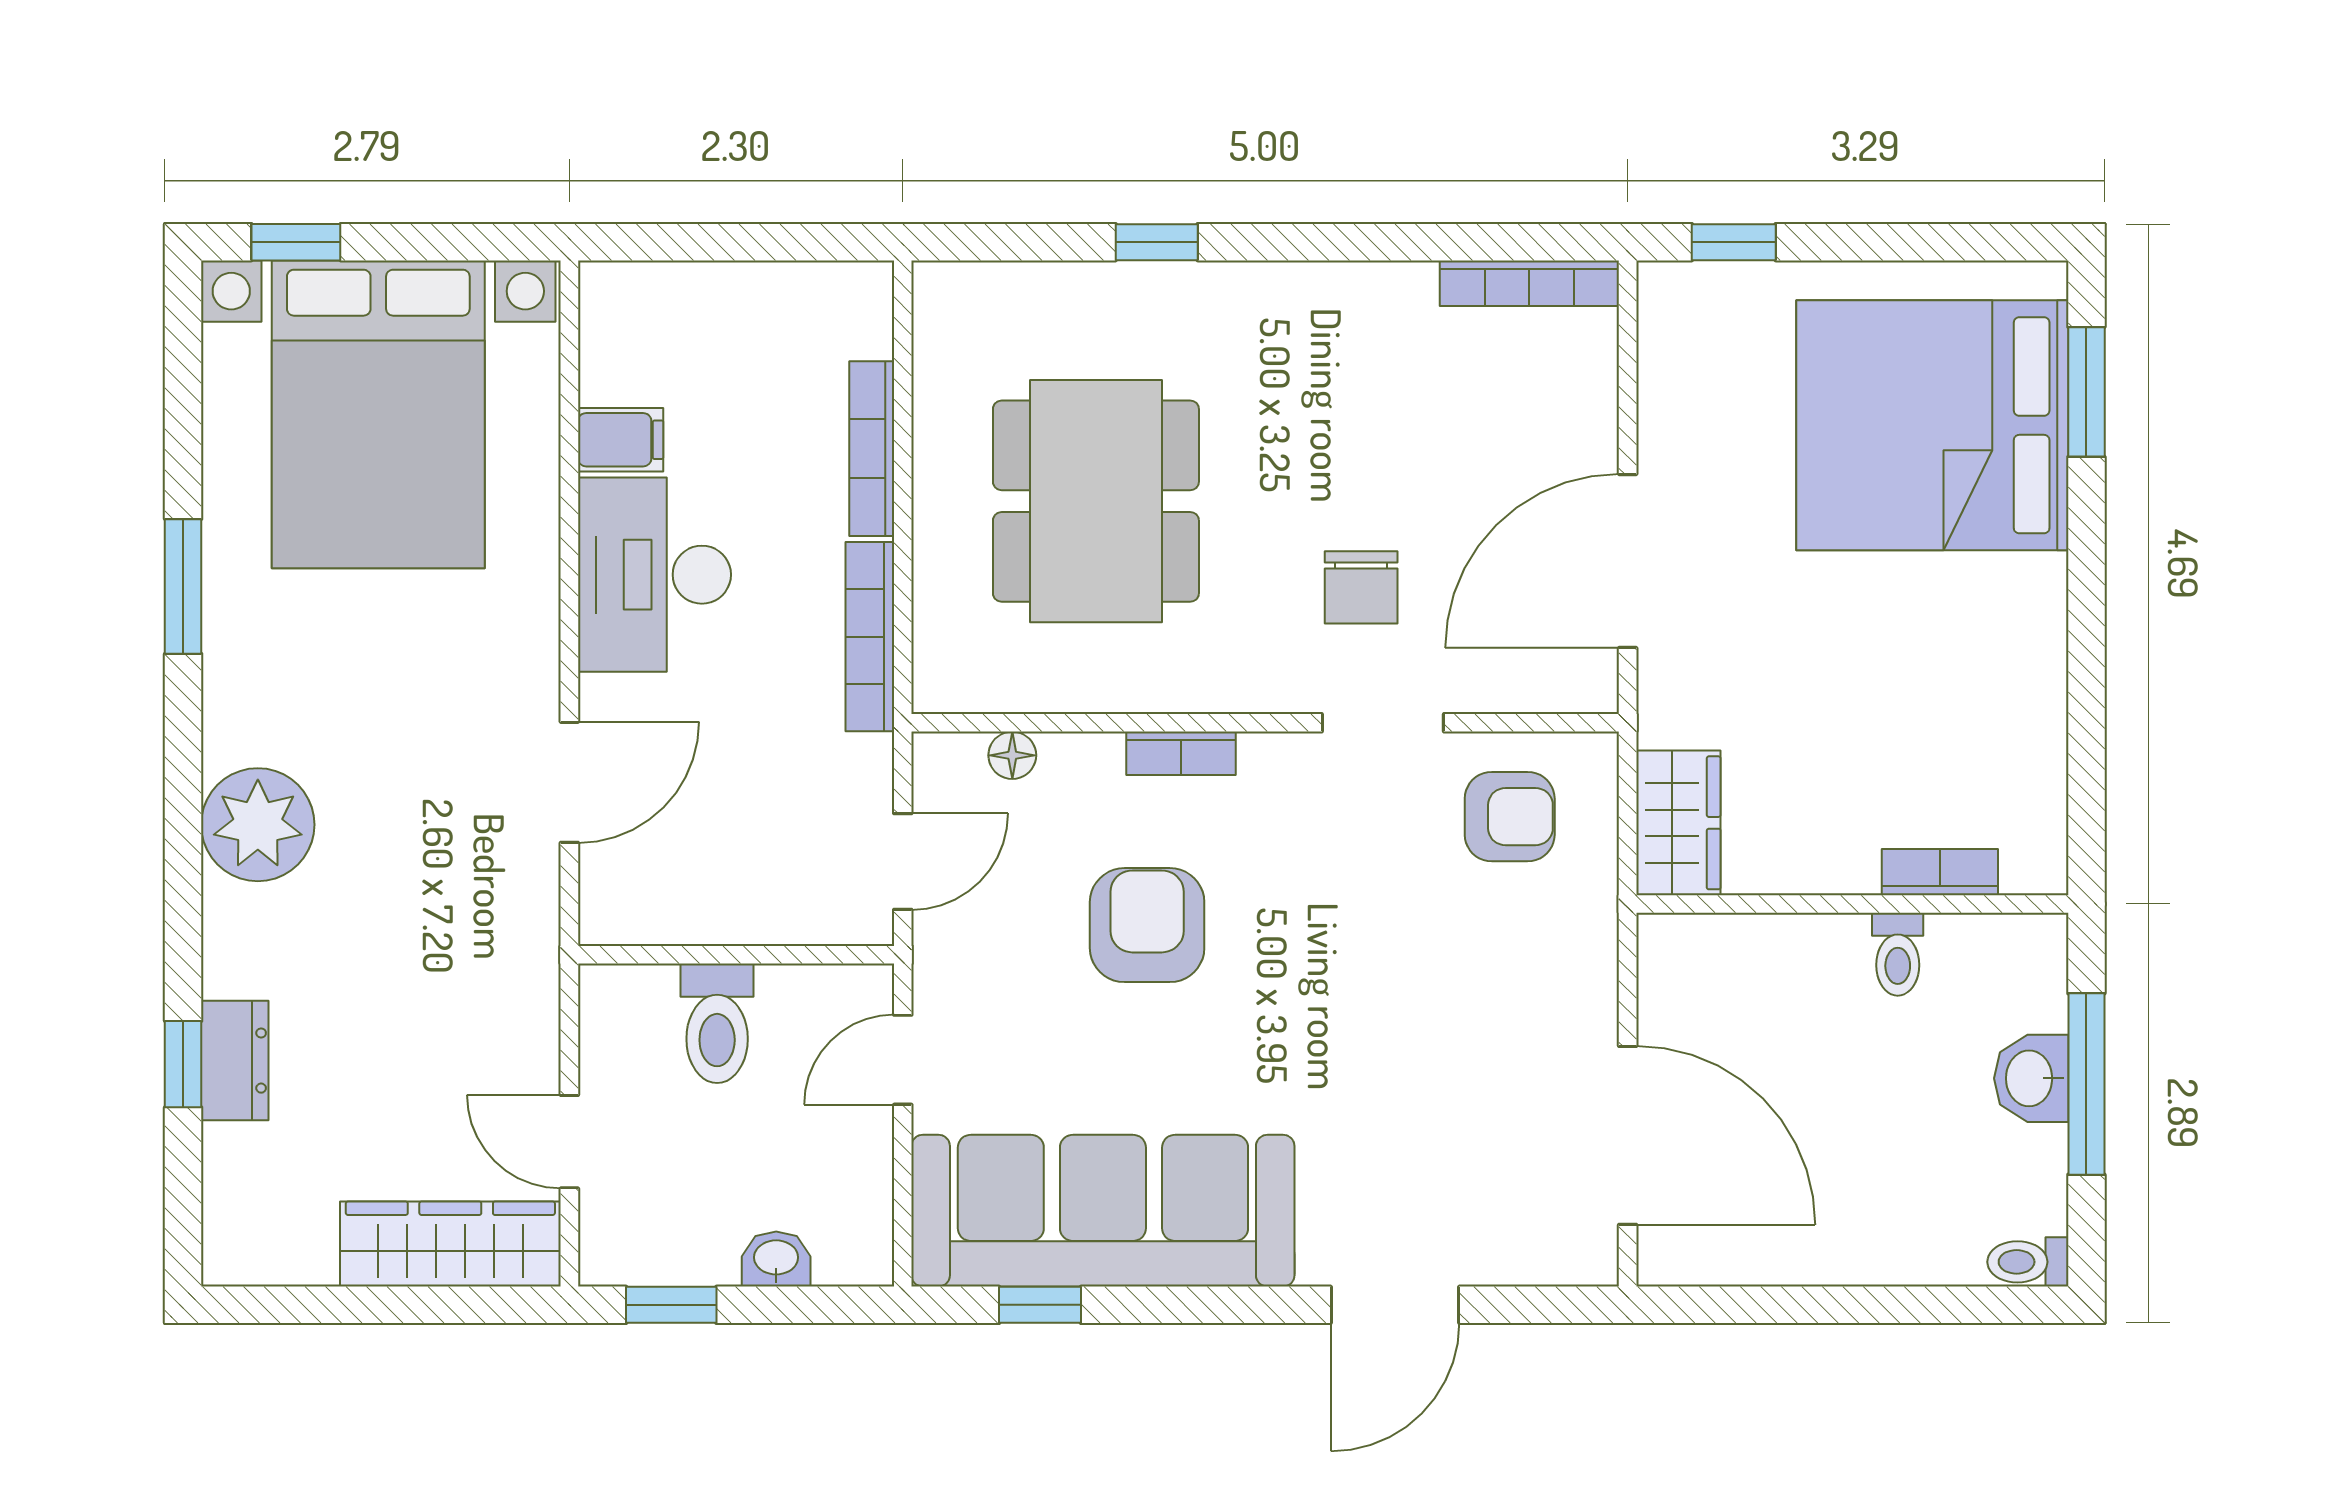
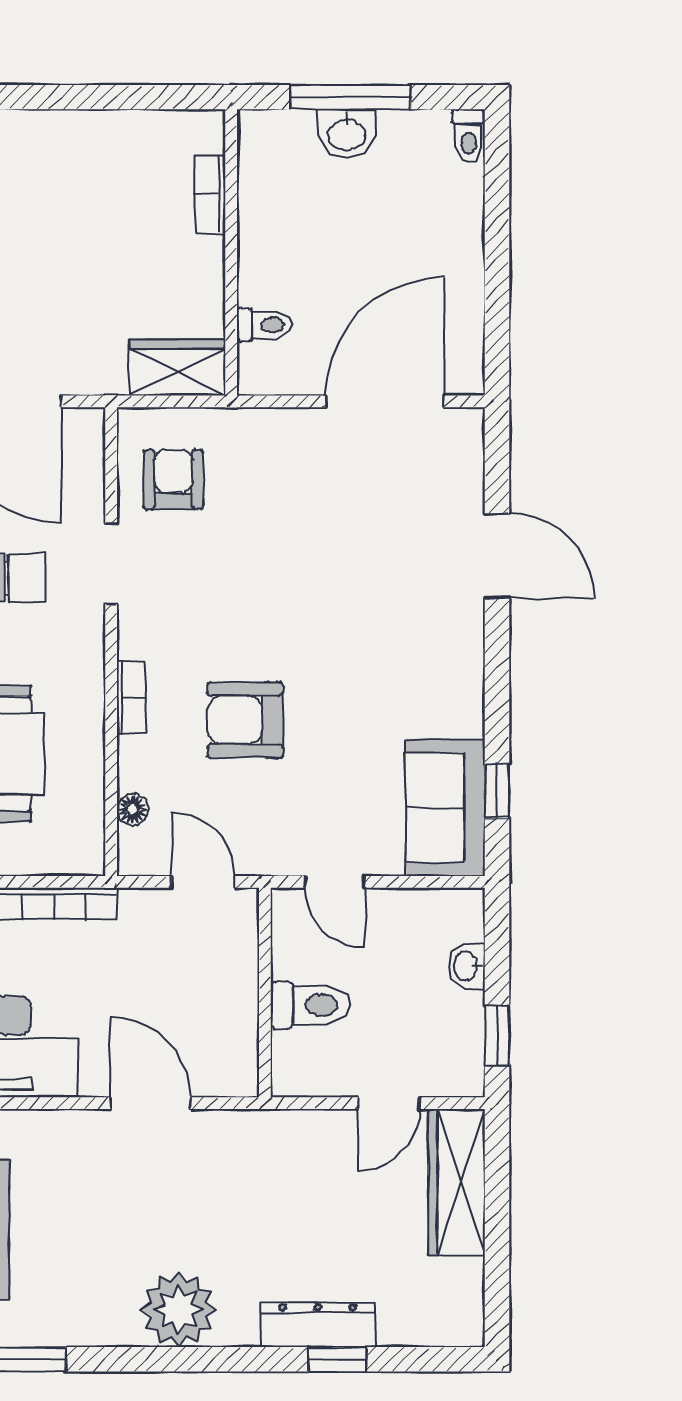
toilet: (1898, 954) -> (265, 325), moved
dresser: (235, 1061) -> (318, 1325), width x1.44
sofa: (1103, 1211) -> (445, 808), width x0.54, depth x0.79

